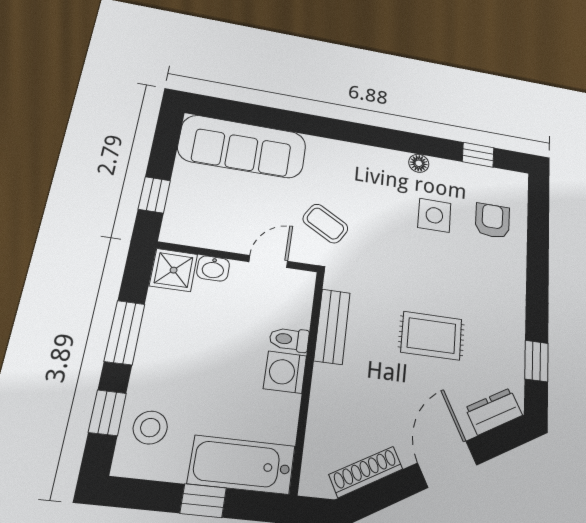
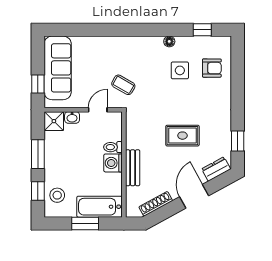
sofa: (243, 147) -> (58, 68), moved, turned -90
armchair: (492, 221) -> (212, 68), turned 90
bench: (332, 326) -> (133, 168), moved
window: (203, 501) -> (85, 223), width x1.50

